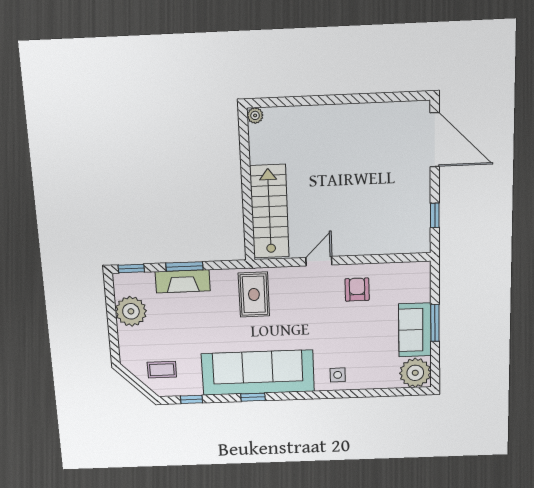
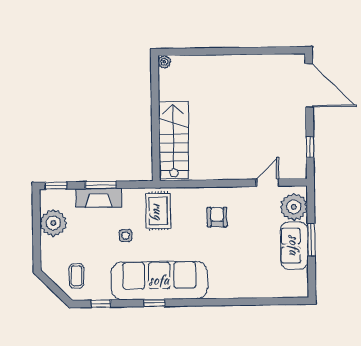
door: (319, 261) -> (268, 183), moved
armchair: (357, 290) -> (217, 217), moved
coffee table: (162, 370) -> (77, 276), turned 90
plant: (415, 373) -> (294, 207), moved
side table: (338, 375) -> (126, 235), moved

